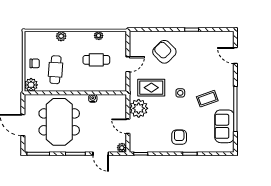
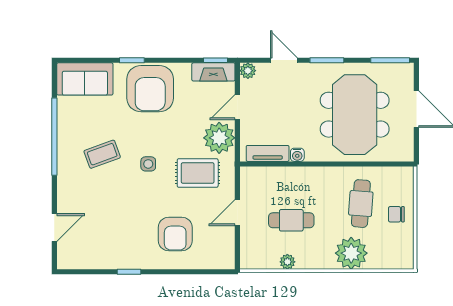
plant: (61, 36) -> (351, 253), width x1.87, depth x1.87
armchair: (164, 52) -> (175, 234), turned 45
door: (235, 56) -> (54, 228), hinge flipped
plant: (31, 85) -> (403, 178), removed
tv unit: (110, 99) -> (268, 153), added
door: (128, 126) -> (237, 107), swing flipped
sofa: (224, 126) -> (85, 79), moved, turned 90
armchair: (179, 137) -> (150, 89), width x1.88, depth x1.88
fireplace: (142, 147) -> (213, 72), added

